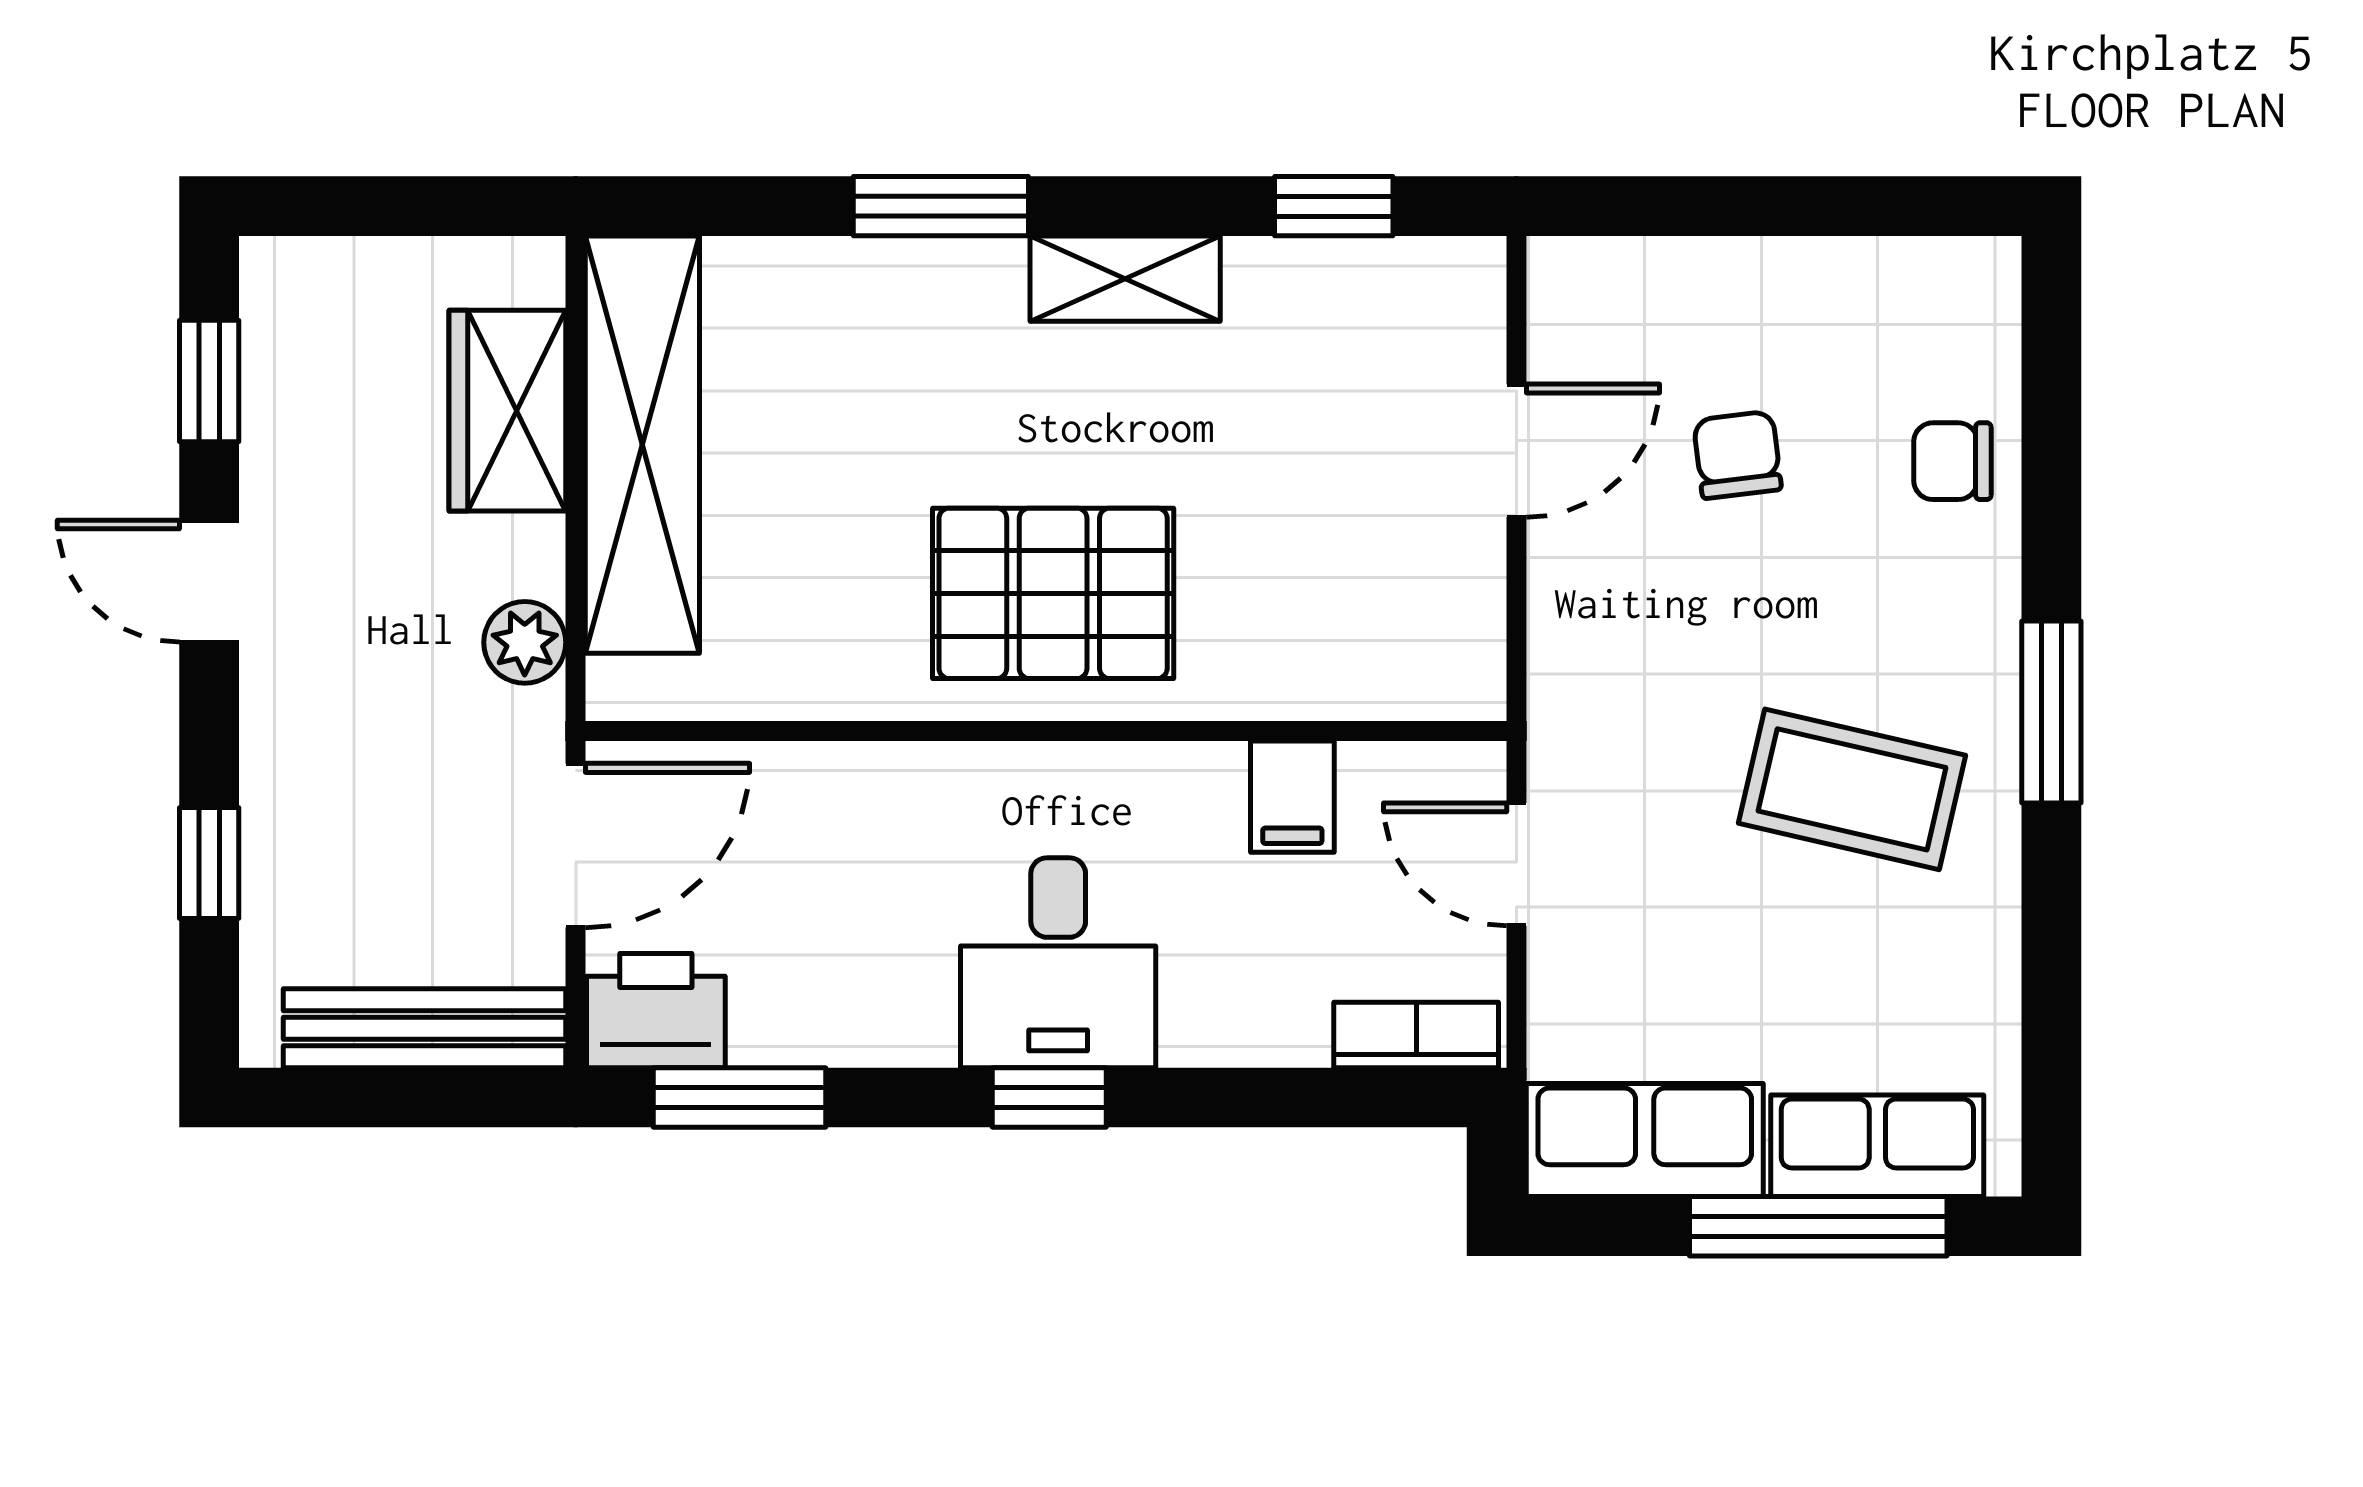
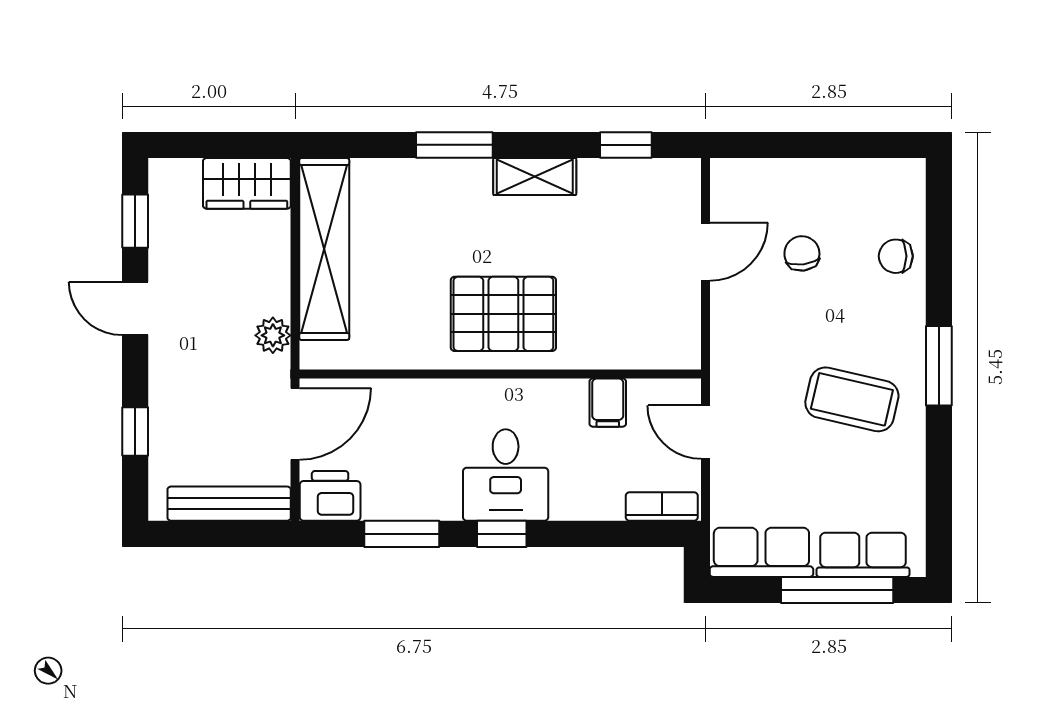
wardrobe: (507, 411) -> (247, 183), moved, turned -90
window: (740, 1098) -> (402, 534), moved

